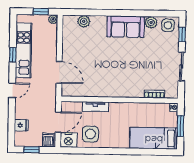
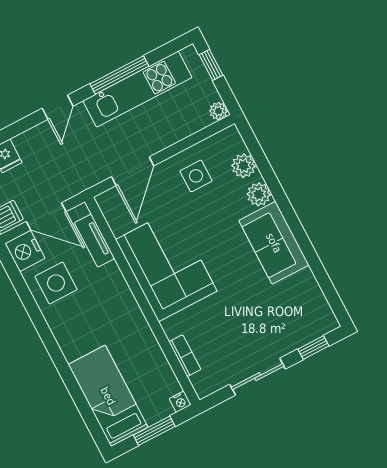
window: (41, 12) -> (211, 65), moved
plant: (151, 22) -> (259, 194), moved
side table: (168, 25) -> (196, 176), moved
window: (13, 55) -> (119, 75), width x2.17
corner sofa: (109, 80) -> (166, 265), added
door: (12, 90) -> (58, 107), hinge flipped
tv unit: (95, 107) -> (94, 241), moved

